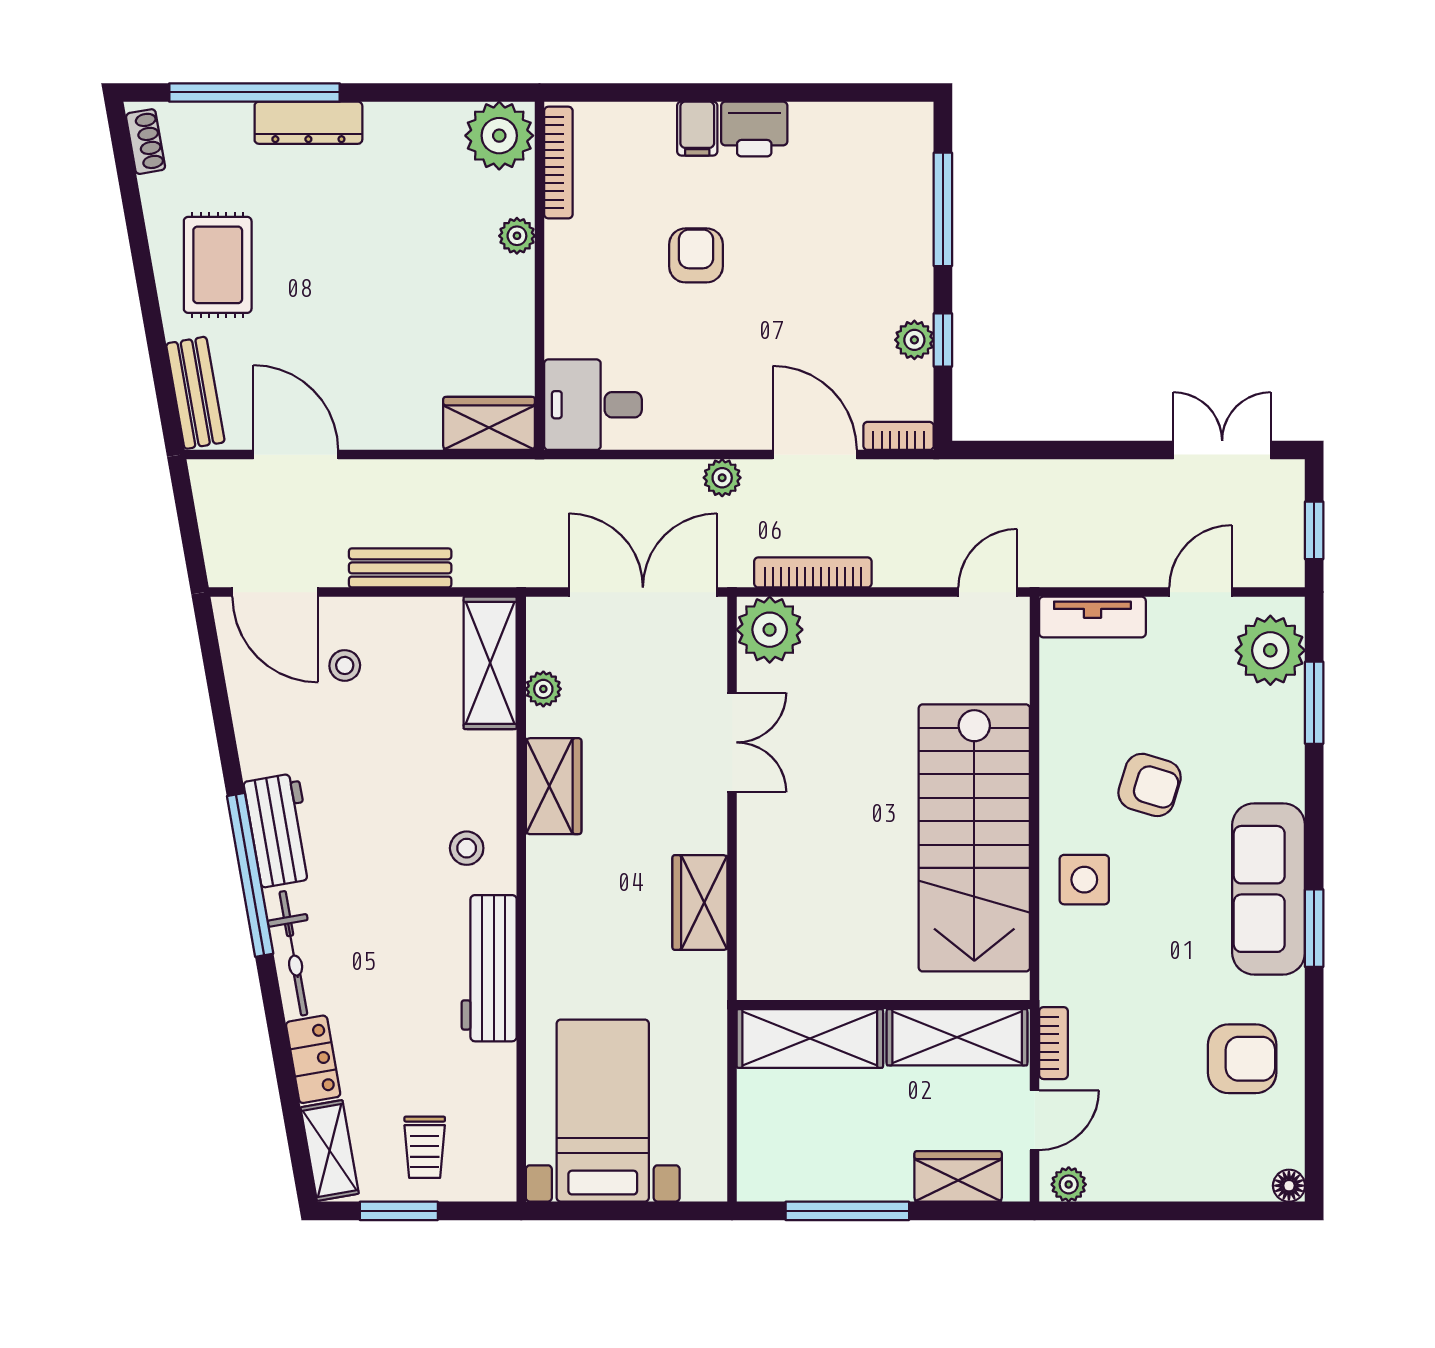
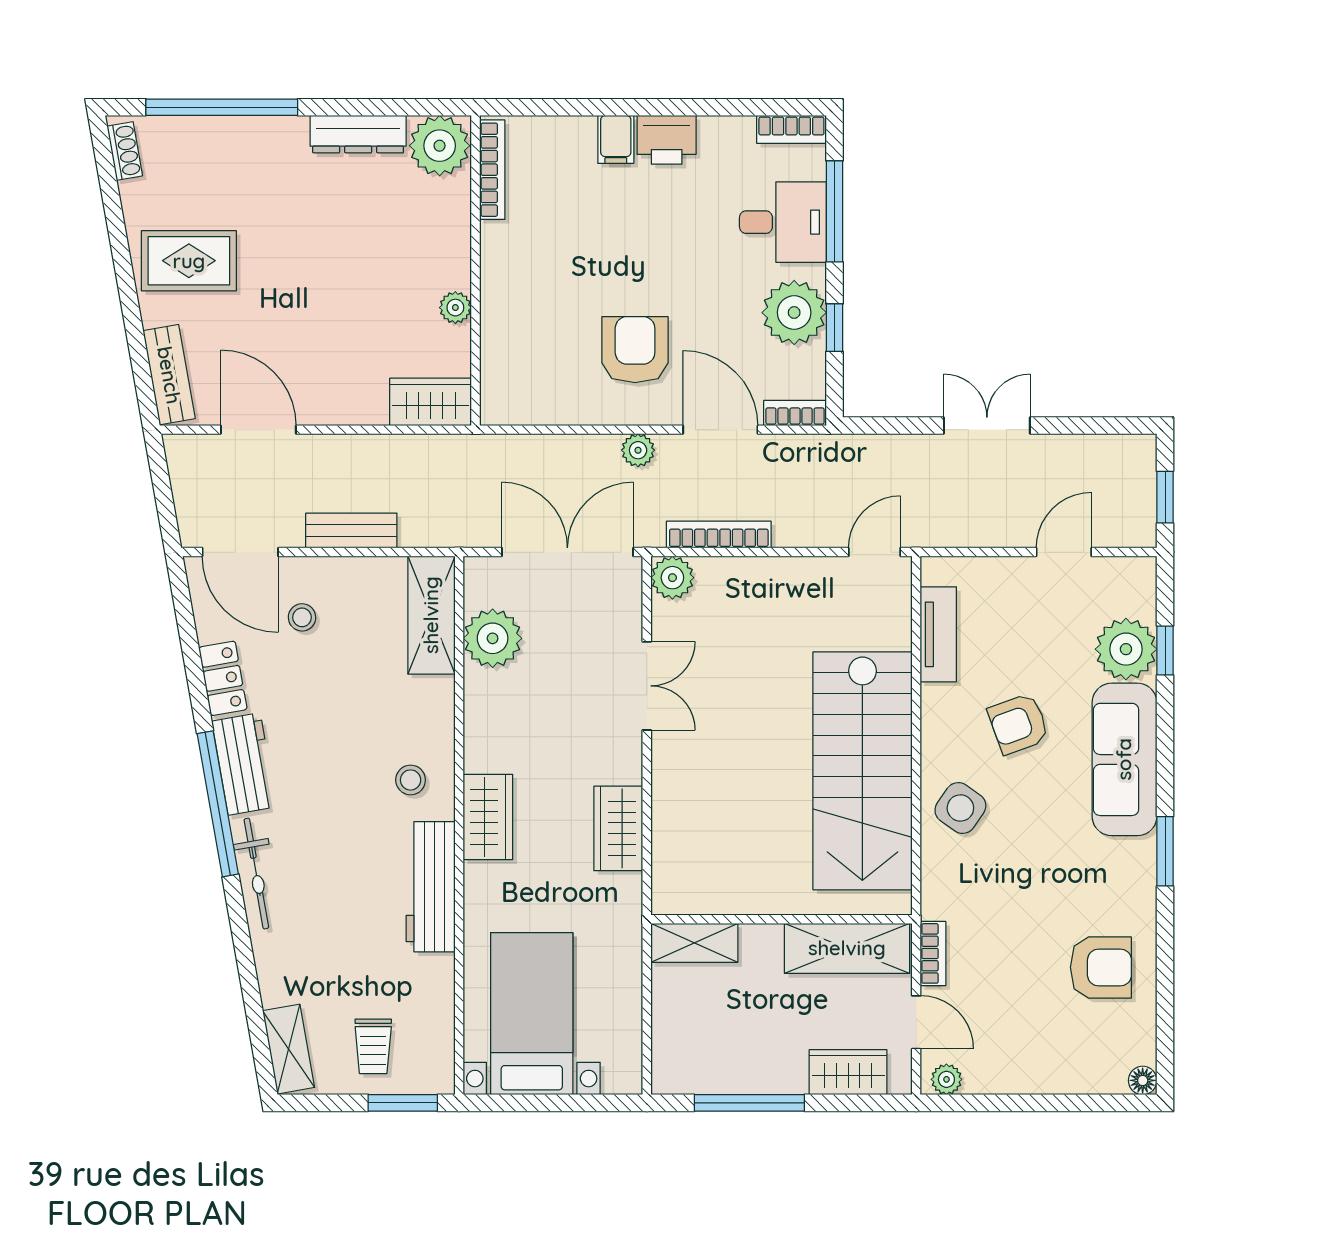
bookcase: (894, 117) -> (791, 129), added
dresser: (308, 123) -> (358, 134), moved
plant: (517, 236) -> (455, 308), moved
armchair: (696, 255) -> (635, 350), moved, width x1.38, depth x1.38
rug: (218, 265) -> (189, 261), turned 90
plant: (914, 340) -> (794, 313), width x1.88, depth x1.88
desk: (593, 405) -> (783, 222), moved, turned 180
double door: (1222, 450) -> (987, 426), moved
tv unit: (1092, 617) -> (938, 634), moved, turned -90
plant: (770, 630) -> (672, 578), width x0.73, depth x0.73
plant: (1270, 650) -> (1126, 649), moved
plant: (543, 689) -> (493, 638), width x1.88, depth x1.88
window: (1314, 703) -> (1165, 651), width x0.67
armchair: (1150, 785) -> (1019, 724), turned 143
wardrobe: (554, 786) -> (488, 817), moved
side table: (1084, 880) -> (960, 808), turned 35
sofa: (1269, 889) -> (1124, 759), moved
shelving: (810, 1038) -> (694, 943), width x0.67, depth x0.75
locker: (313, 1059) -> (223, 678), moved
door: (1035, 1120) -> (916, 1022), hinge flipped
window: (399, 1211) -> (403, 1103), moved

